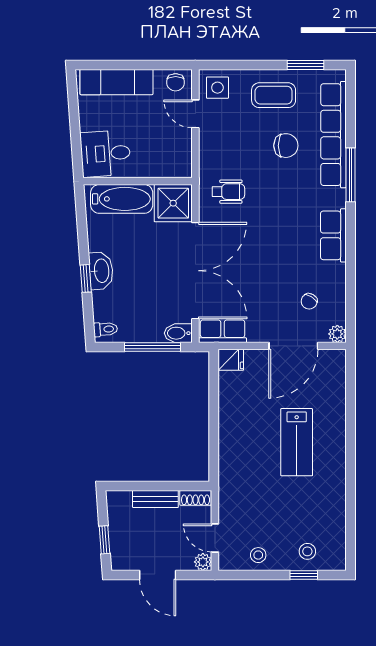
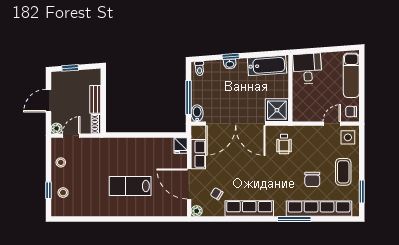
bathtub: (122, 199) -> (267, 66), moved, turned -94
row of seats: (333, 235) -> (249, 209), width x1.48
washbasin: (101, 271) -> (230, 64), width x0.52, depth x0.69
row of seats: (223, 331) -> (198, 154), moved

